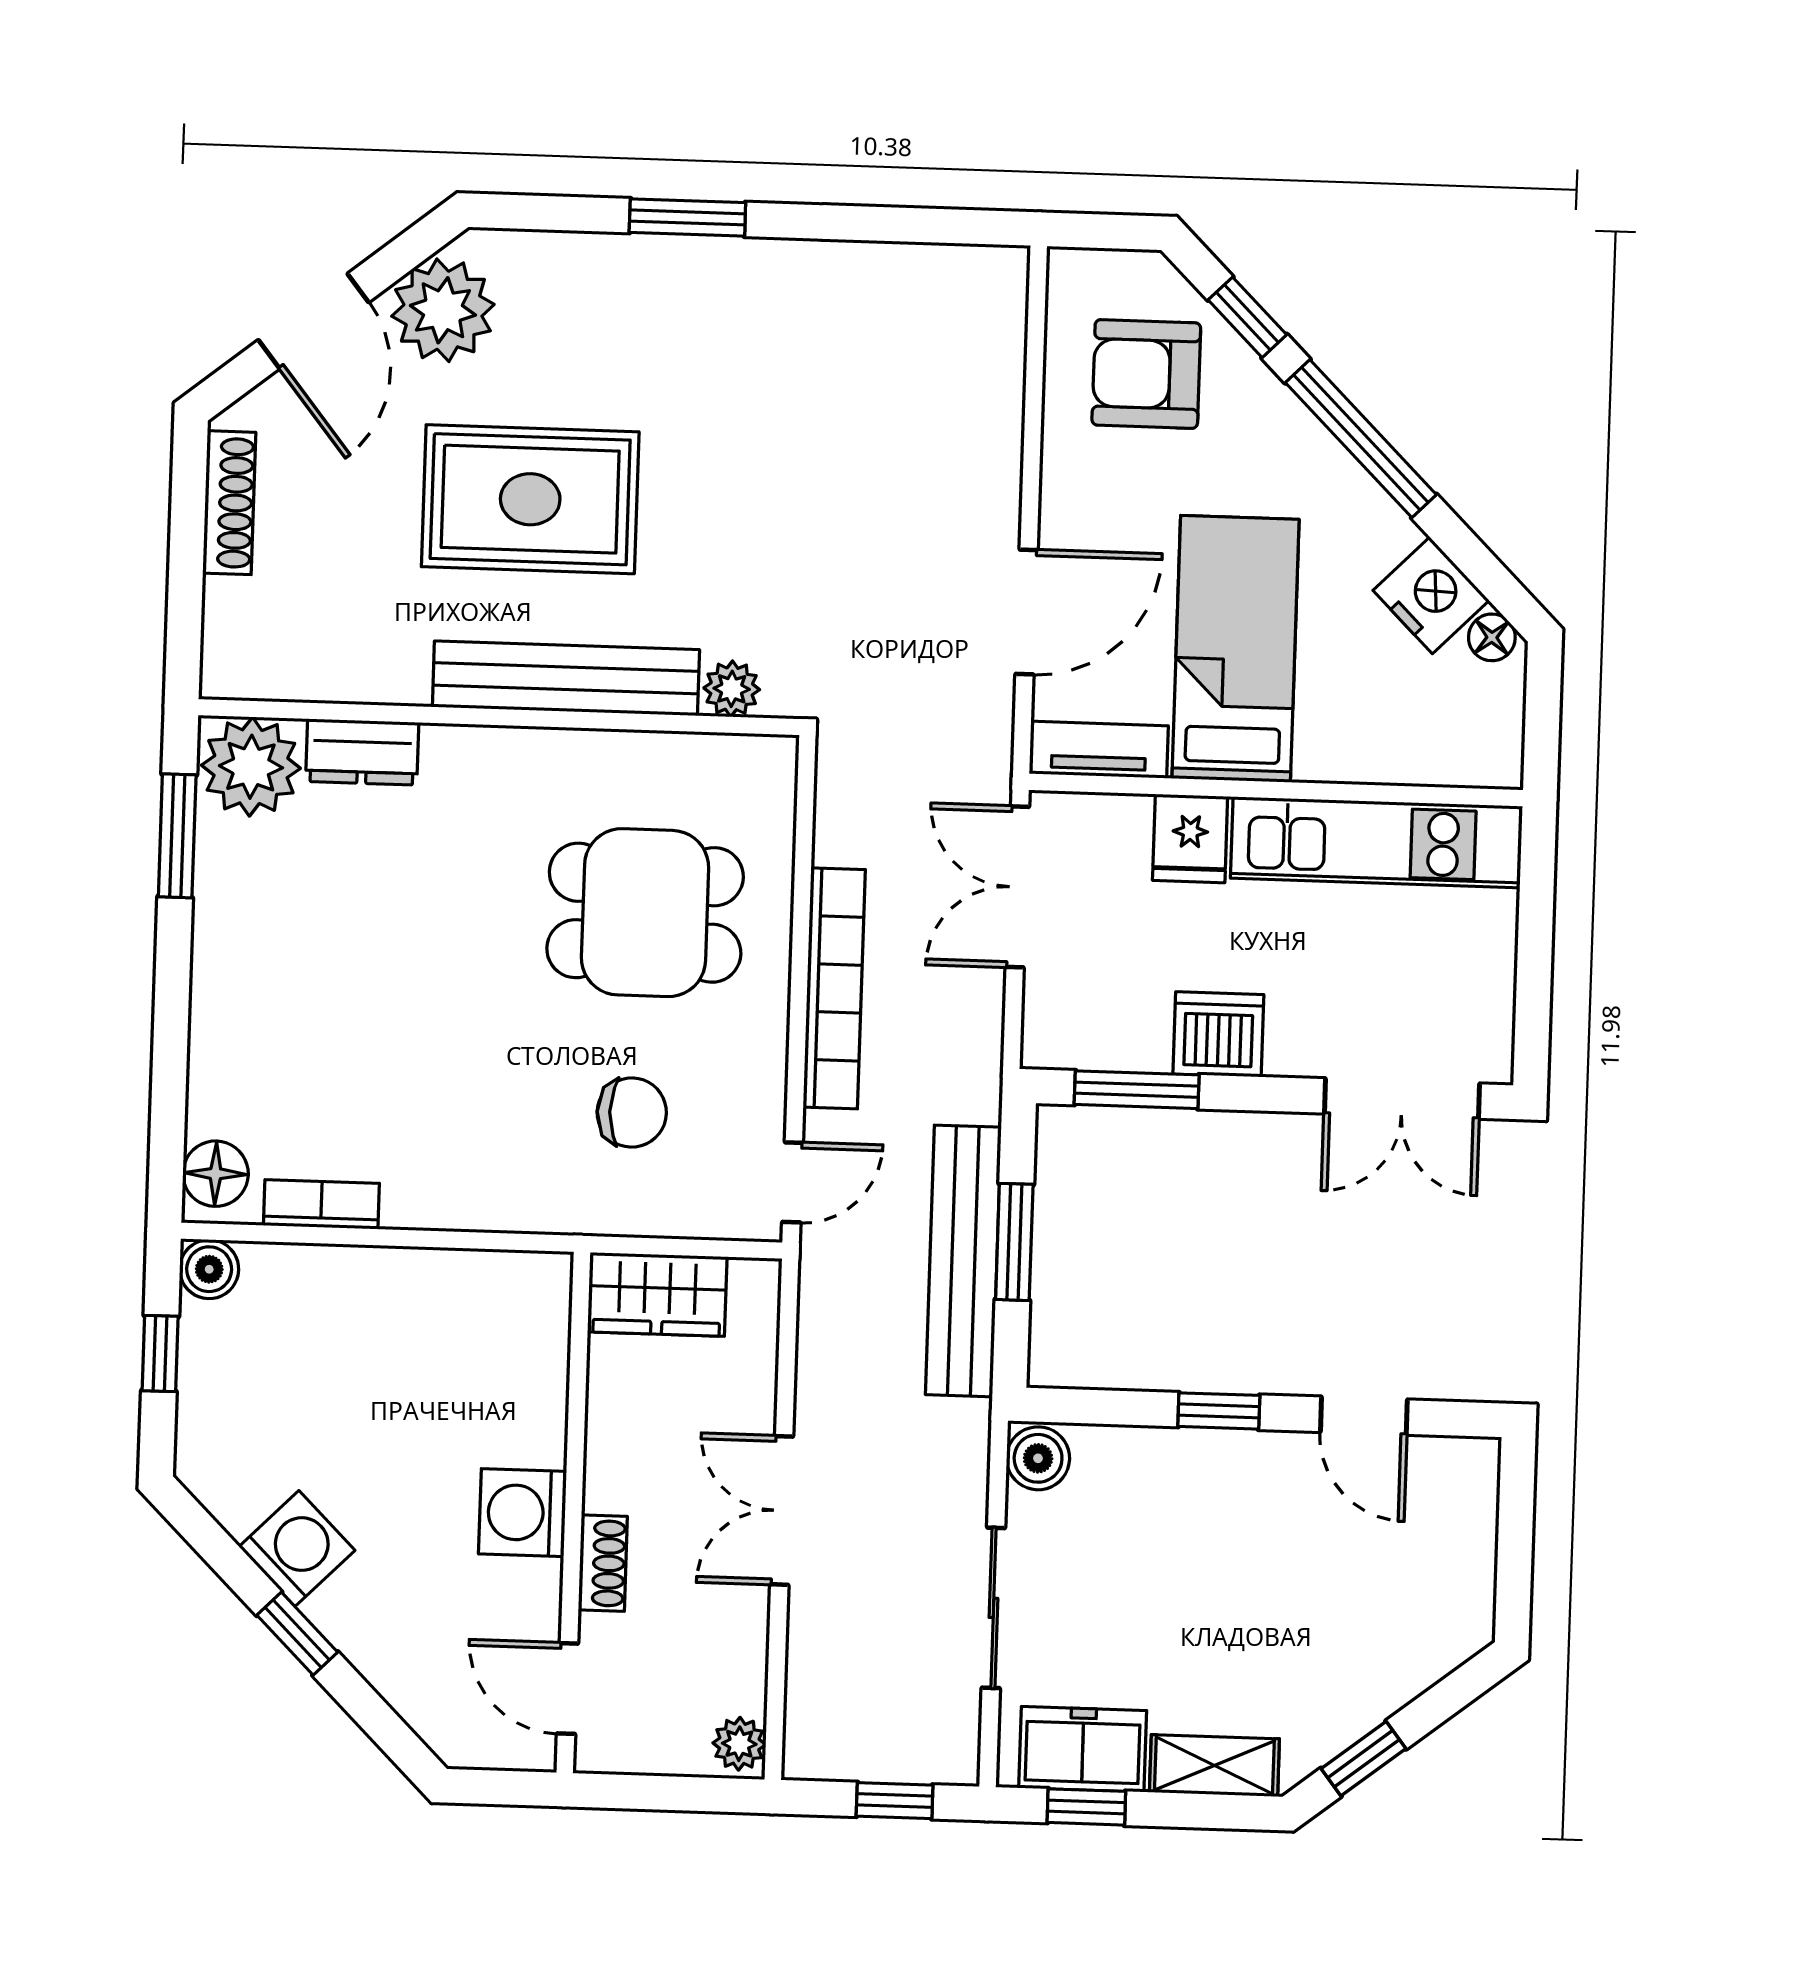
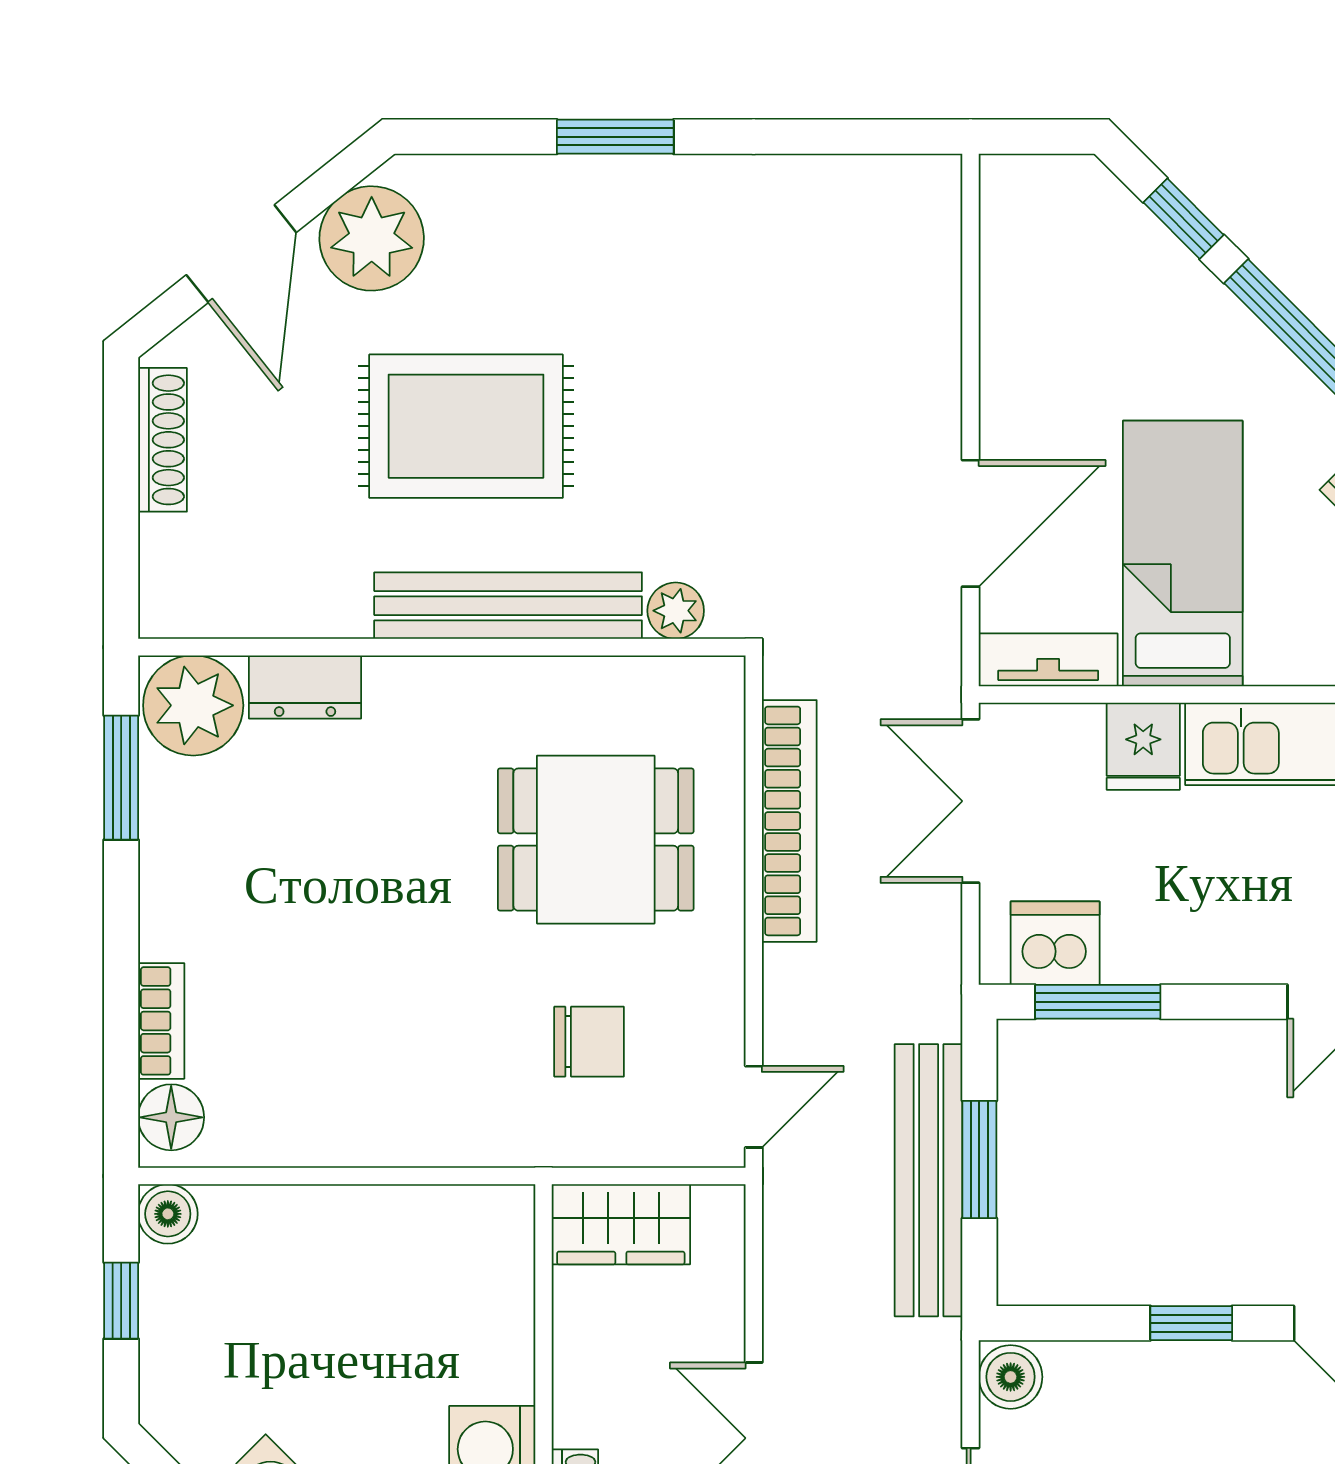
armchair: (1146, 374) -> (1084, 279), removed
bookcase: (834, 988) -> (789, 821), moved
dishwasher: (1218, 1034) -> (1055, 943), moved
bookcase: (321, 1204) -> (161, 1021), moved, turned 90

